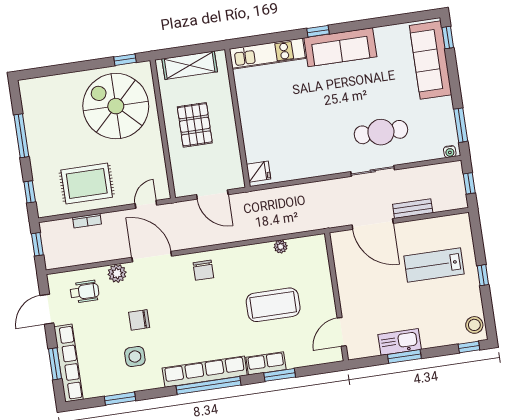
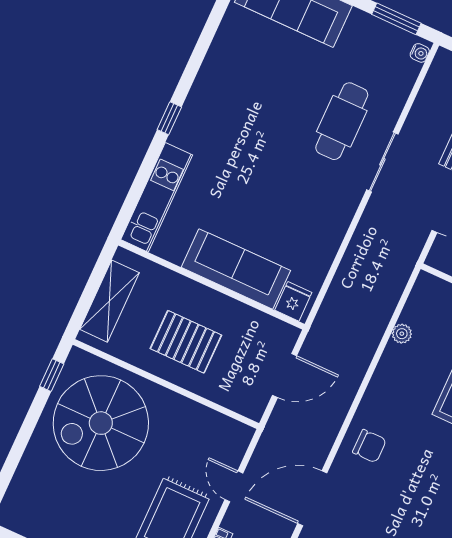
sofa: (340, 47) -> (236, 269), moved, turned -90
door: (146, 204) -> (234, 486), moved

